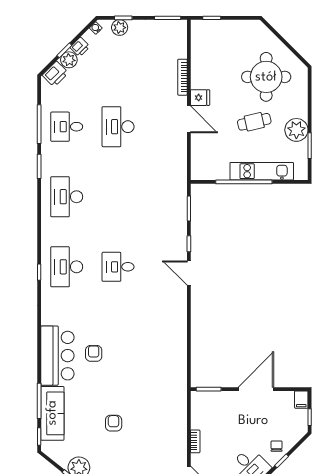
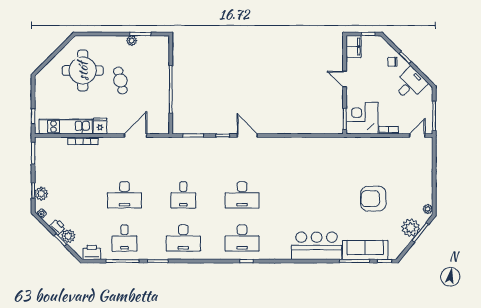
printer: (55, 74) -> (92, 252), moved, turned -45
door: (189, 119) -> (136, 135), moved
plant: (296, 130) -> (132, 41), width x0.53, depth x0.53
kitchen unit: (262, 171) -> (66, 127), moved, turned 90
desk: (118, 197) -> (183, 195), added
desk: (118, 267) -> (242, 195), width x1.37
door: (189, 273) -> (247, 135), swing flipped
armchair: (94, 353) -> (315, 215), removed
door: (256, 389) -> (345, 79), width x0.53
filing cabinet: (301, 400) -> (354, 47), width x2.00
corner desk: (209, 410) -> (362, 118), added
armchair: (114, 423) -> (373, 199), width x1.88, depth x1.88

